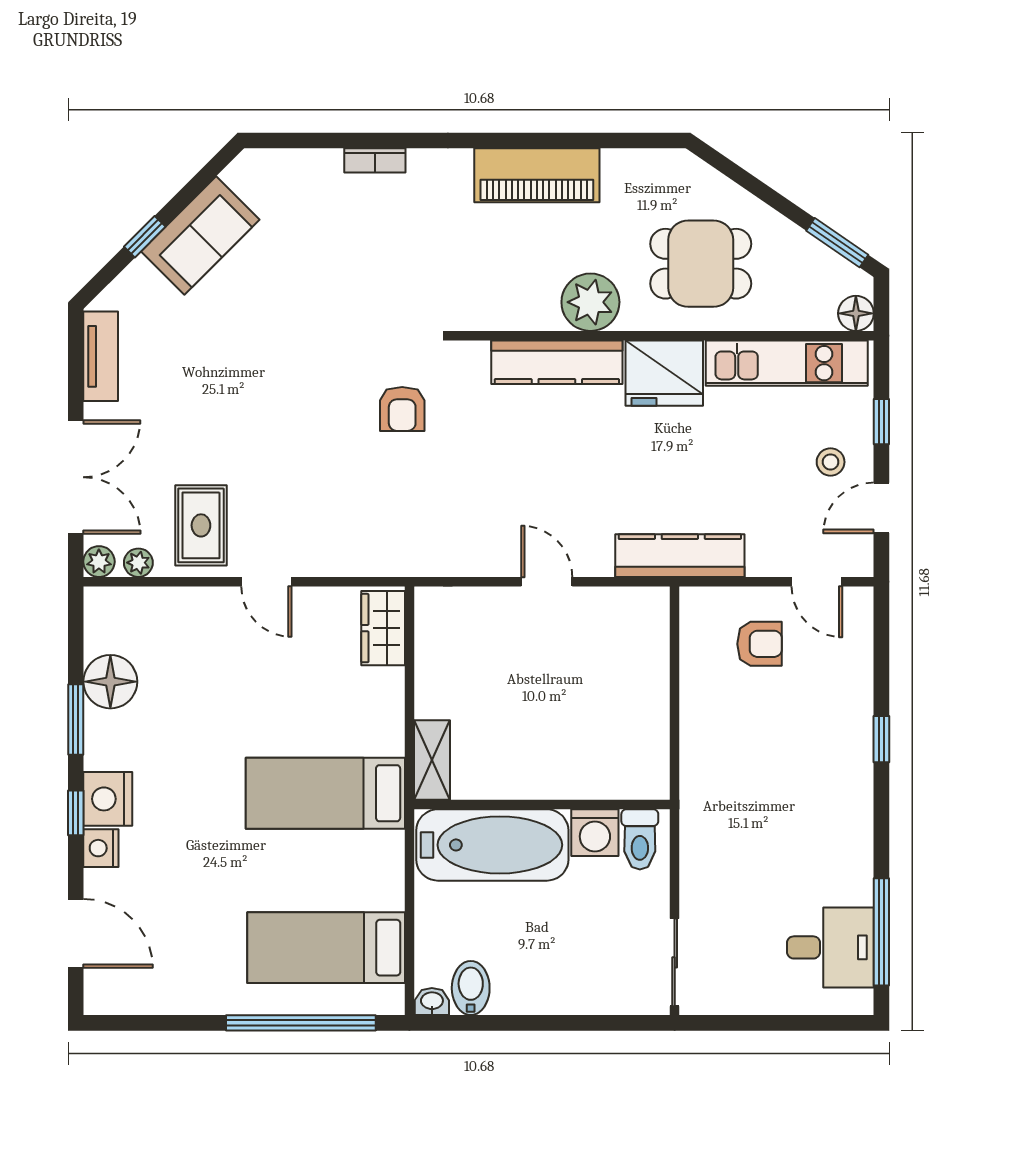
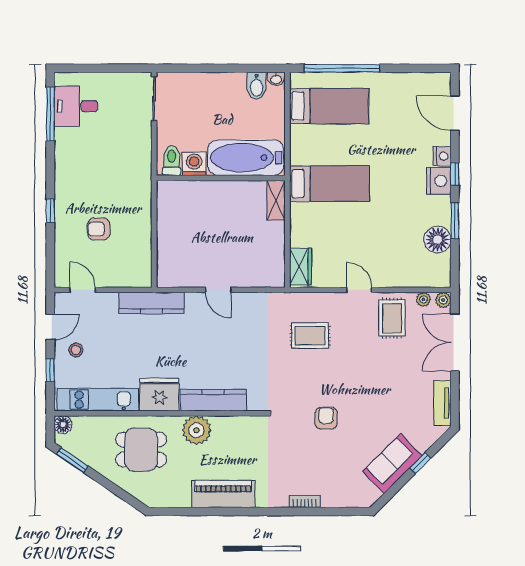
armchair: (402, 409) -> (326, 418), moved
rug: (364, 491) -> (310, 336), added
armchair: (760, 644) -> (99, 229), moved

